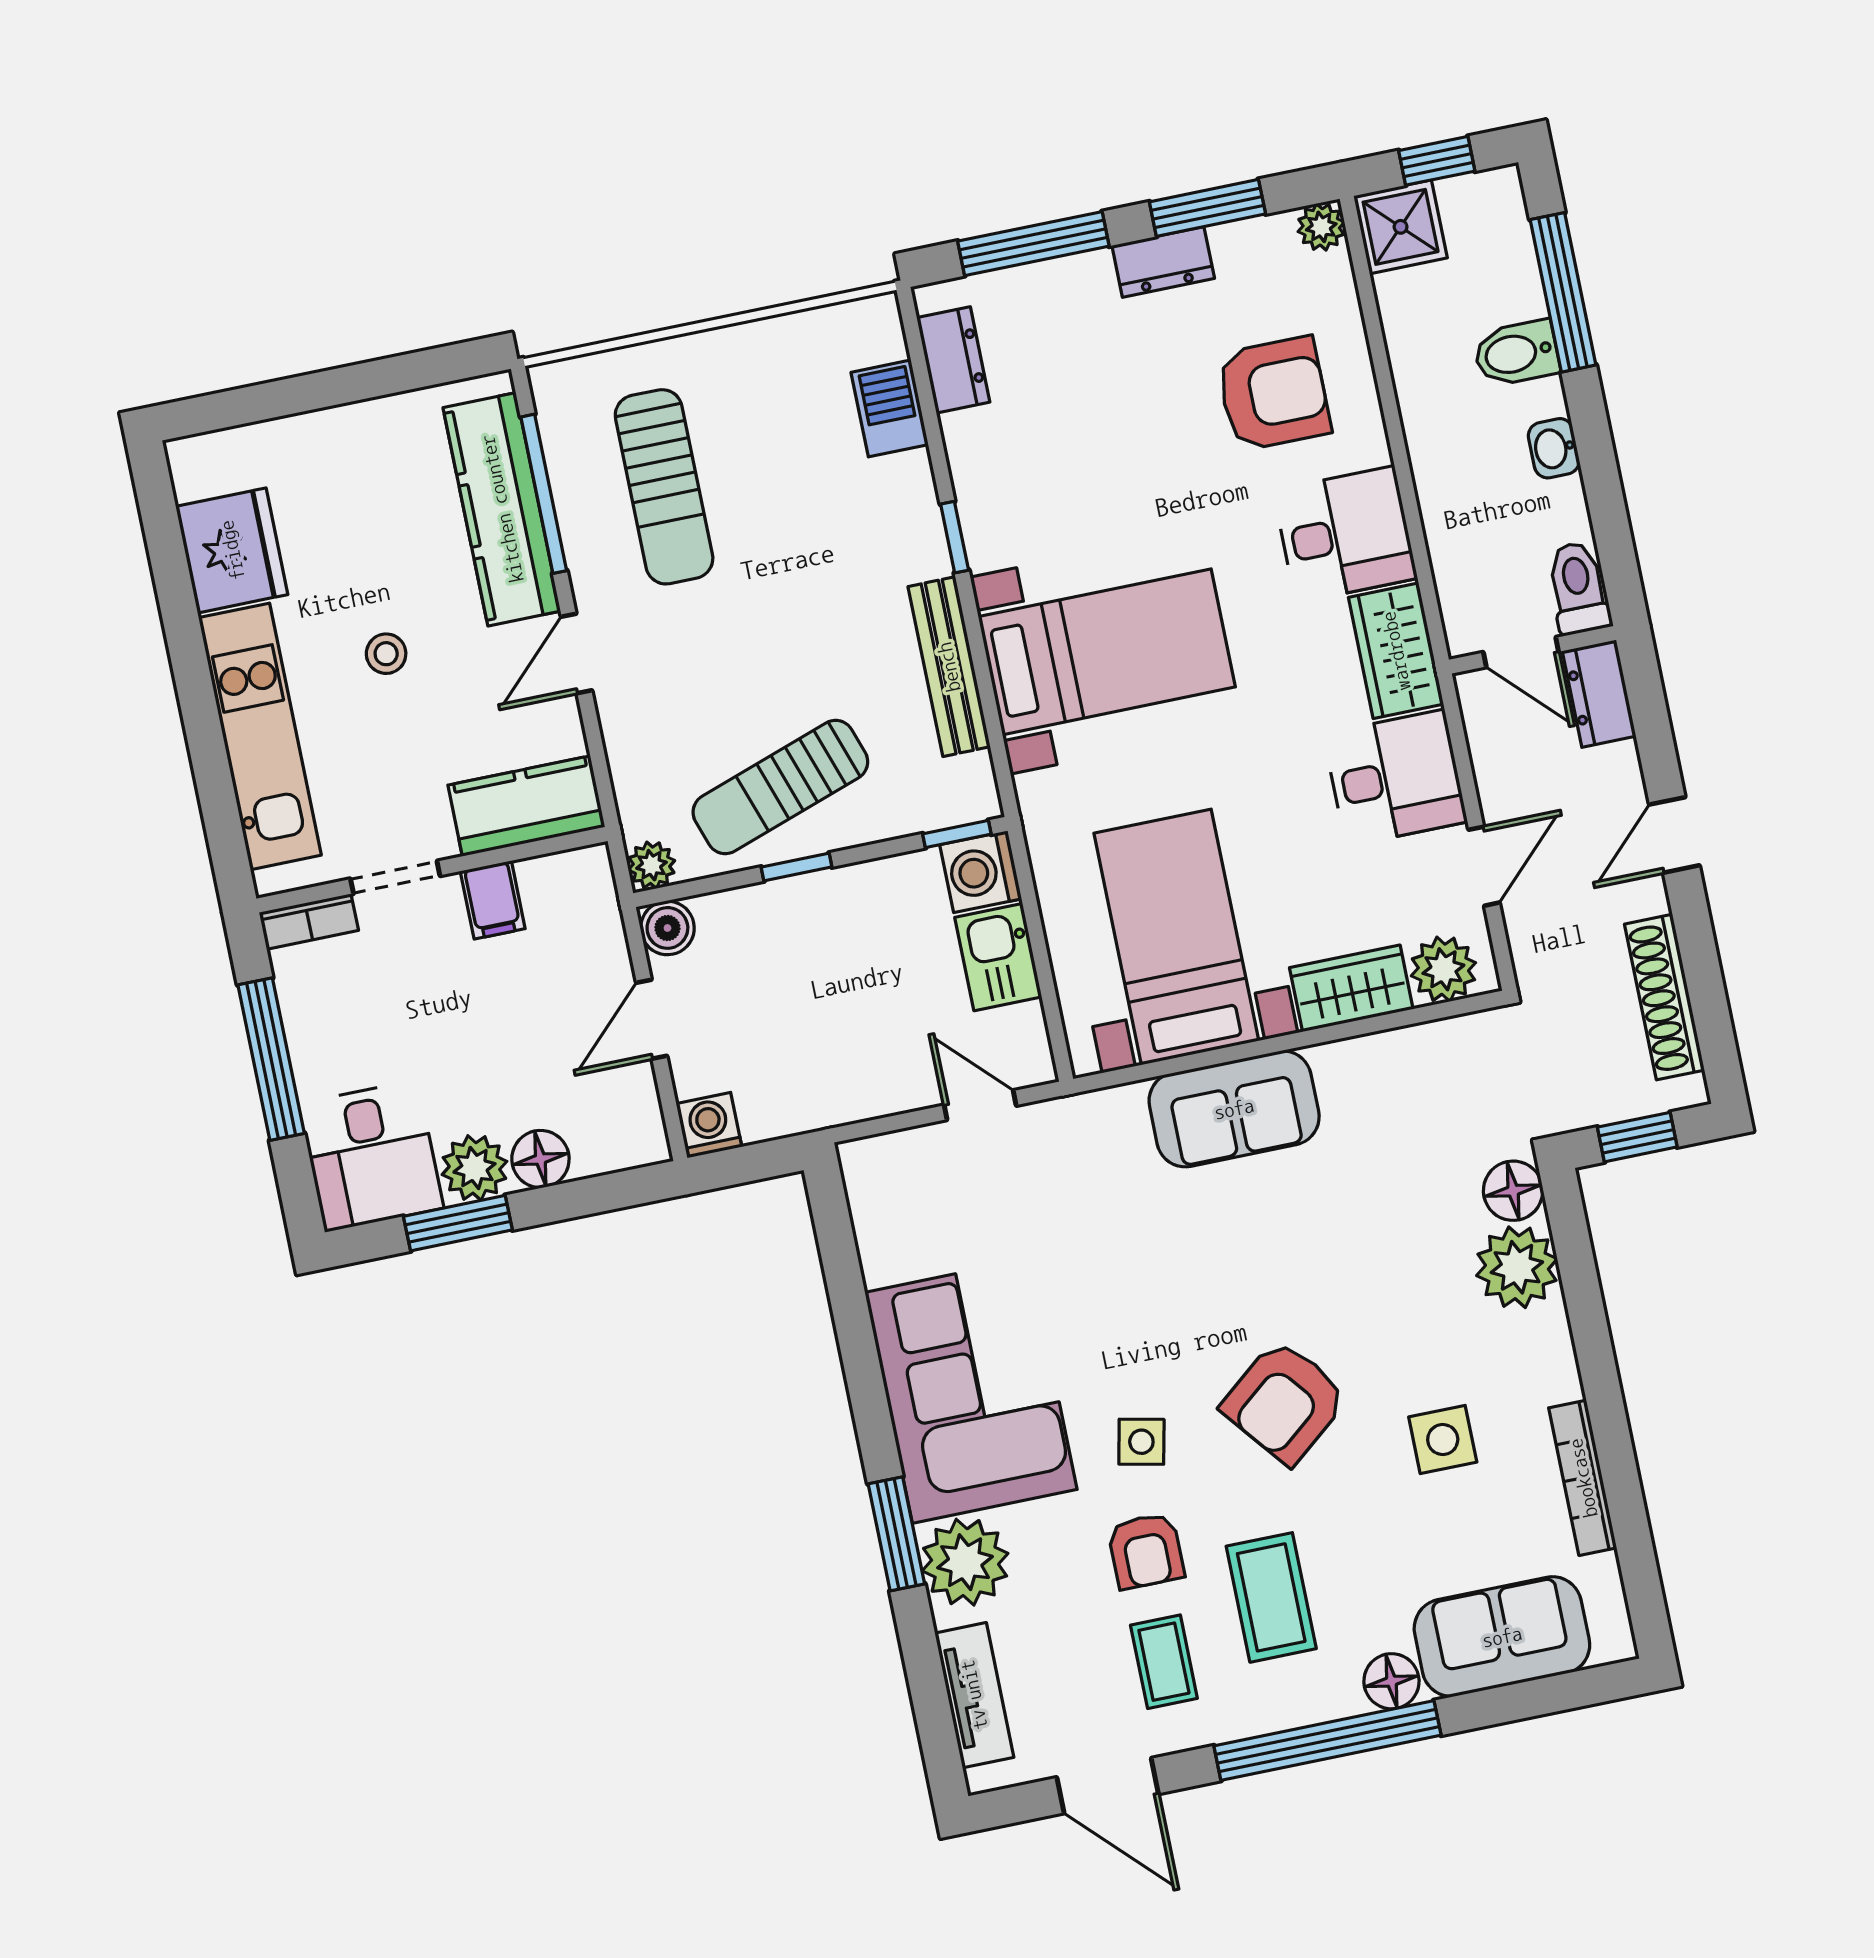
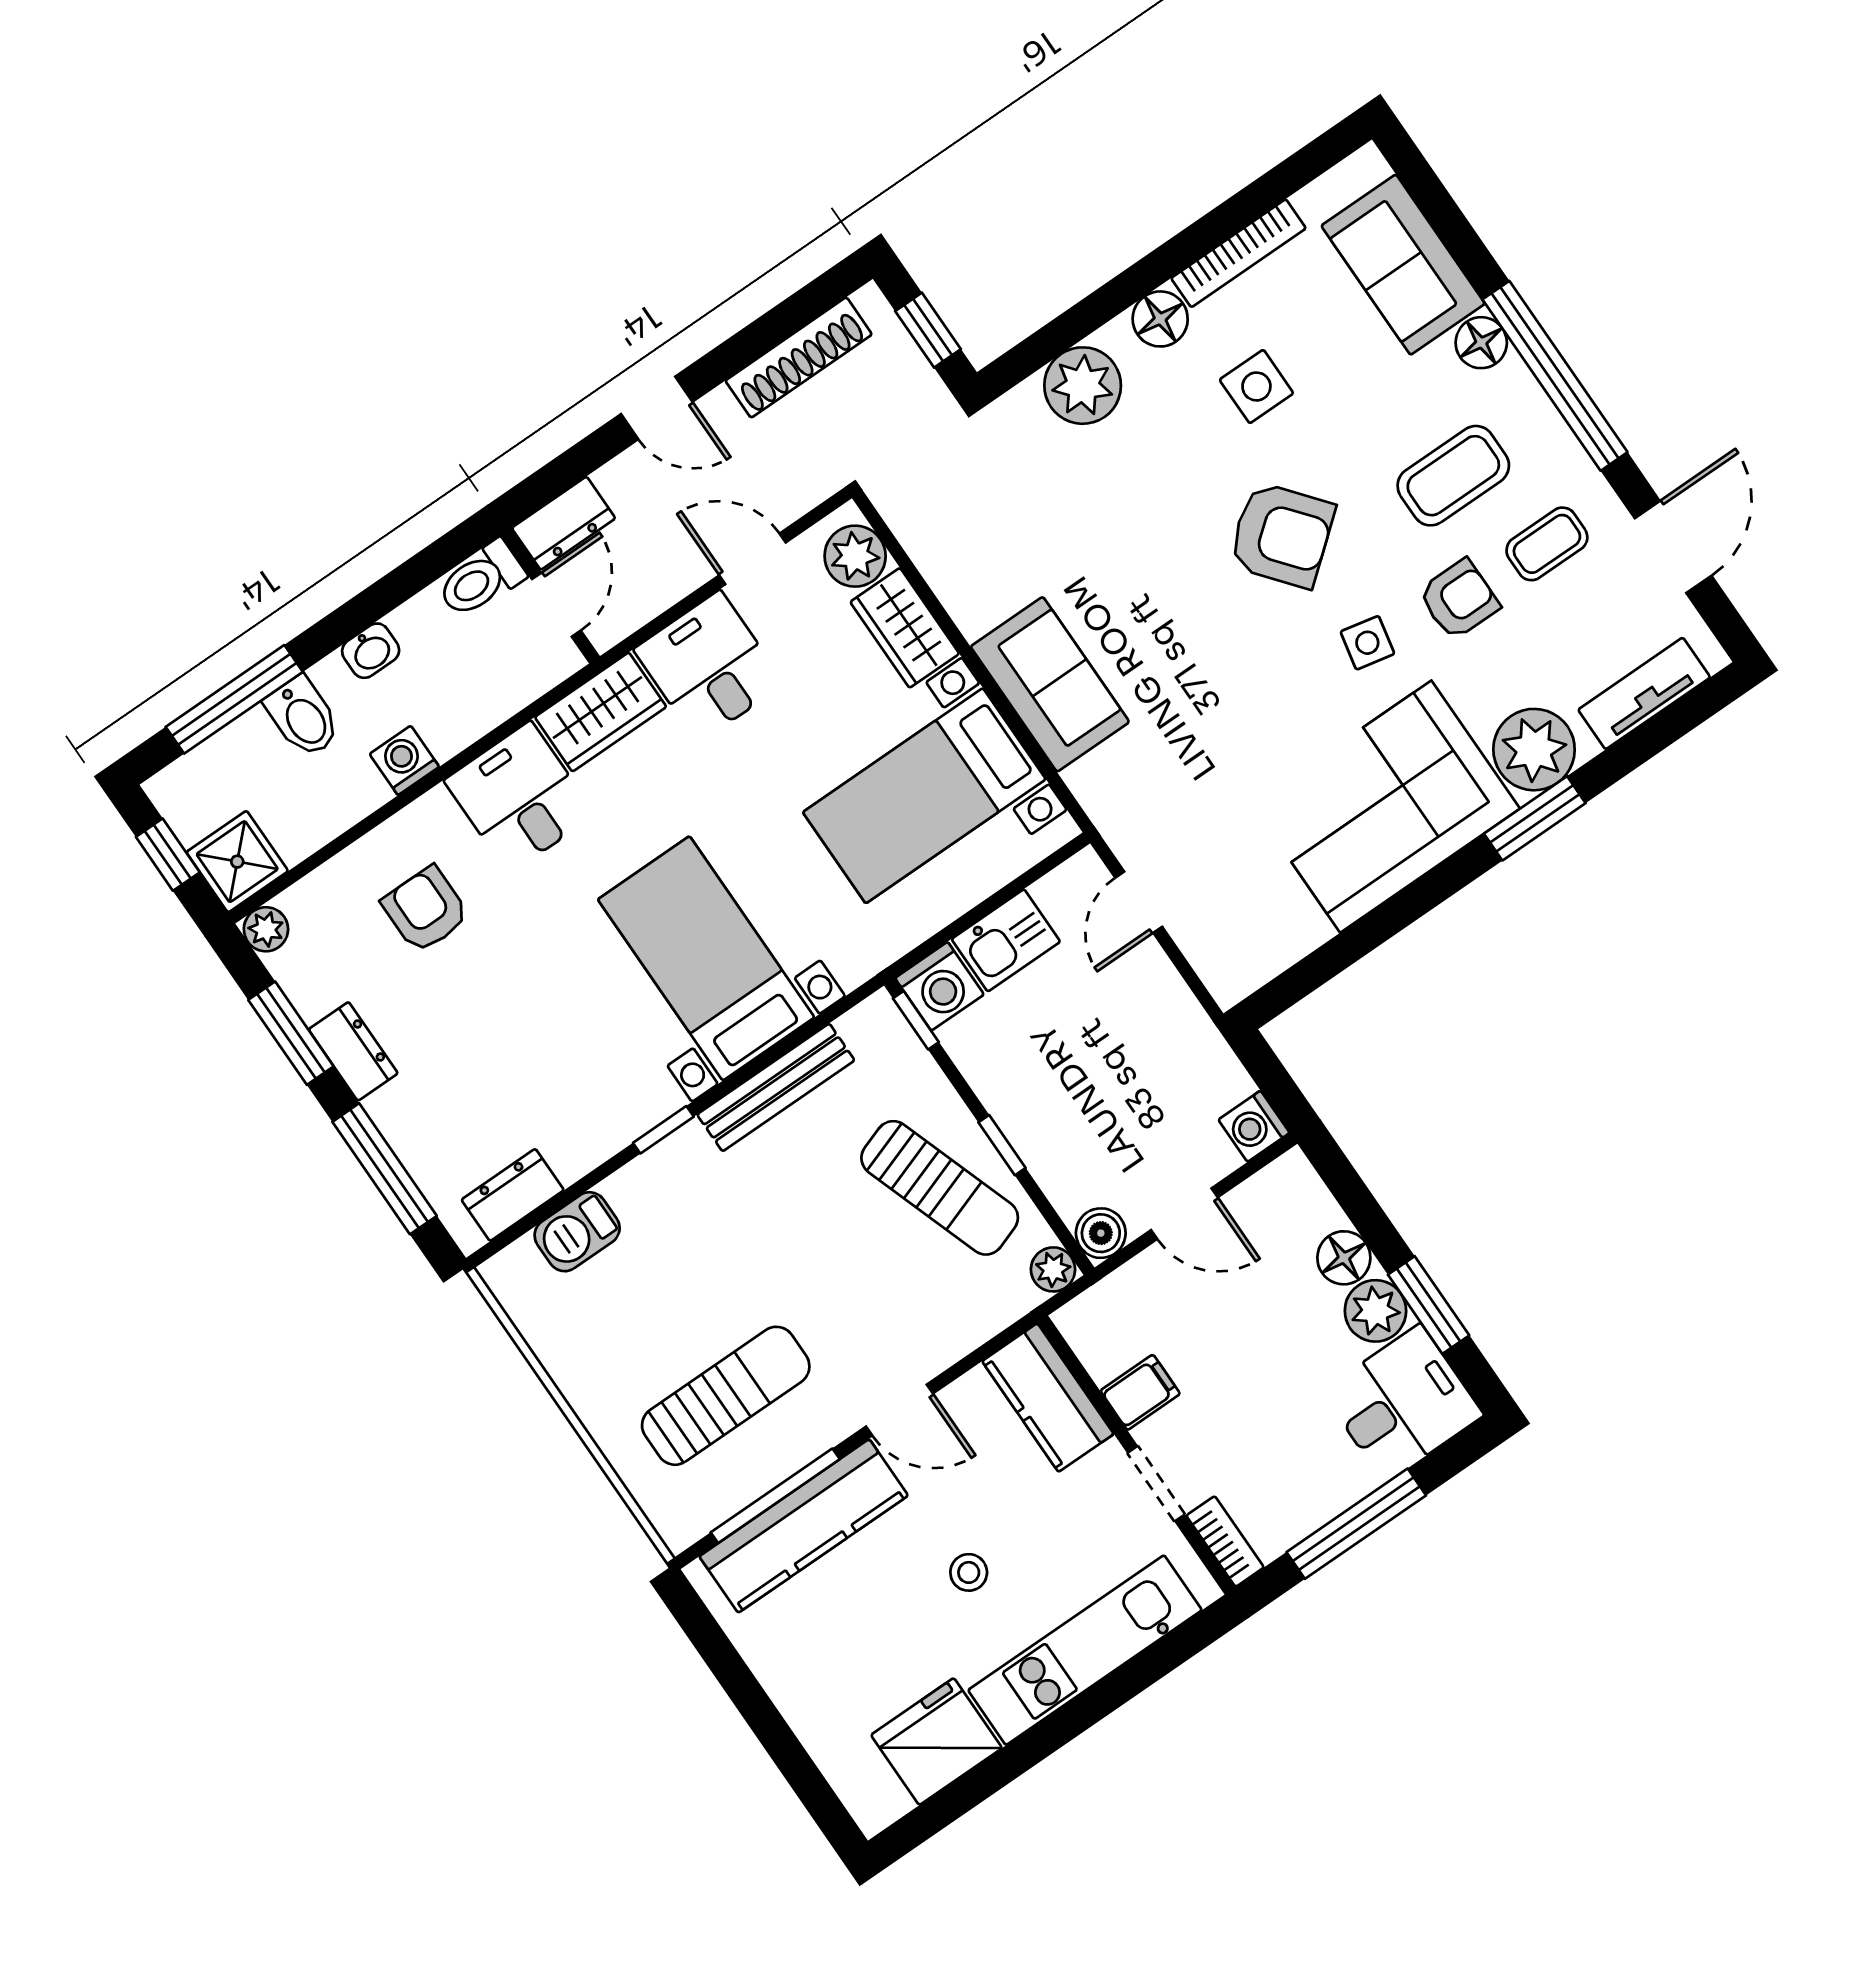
armchair: (1273, 394) -> (426, 910), width x0.72, depth x0.72
washing machine: (1431, 436) -> (404, 760), added
floor lamp: (1513, 1191) -> (1160, 319), moved

